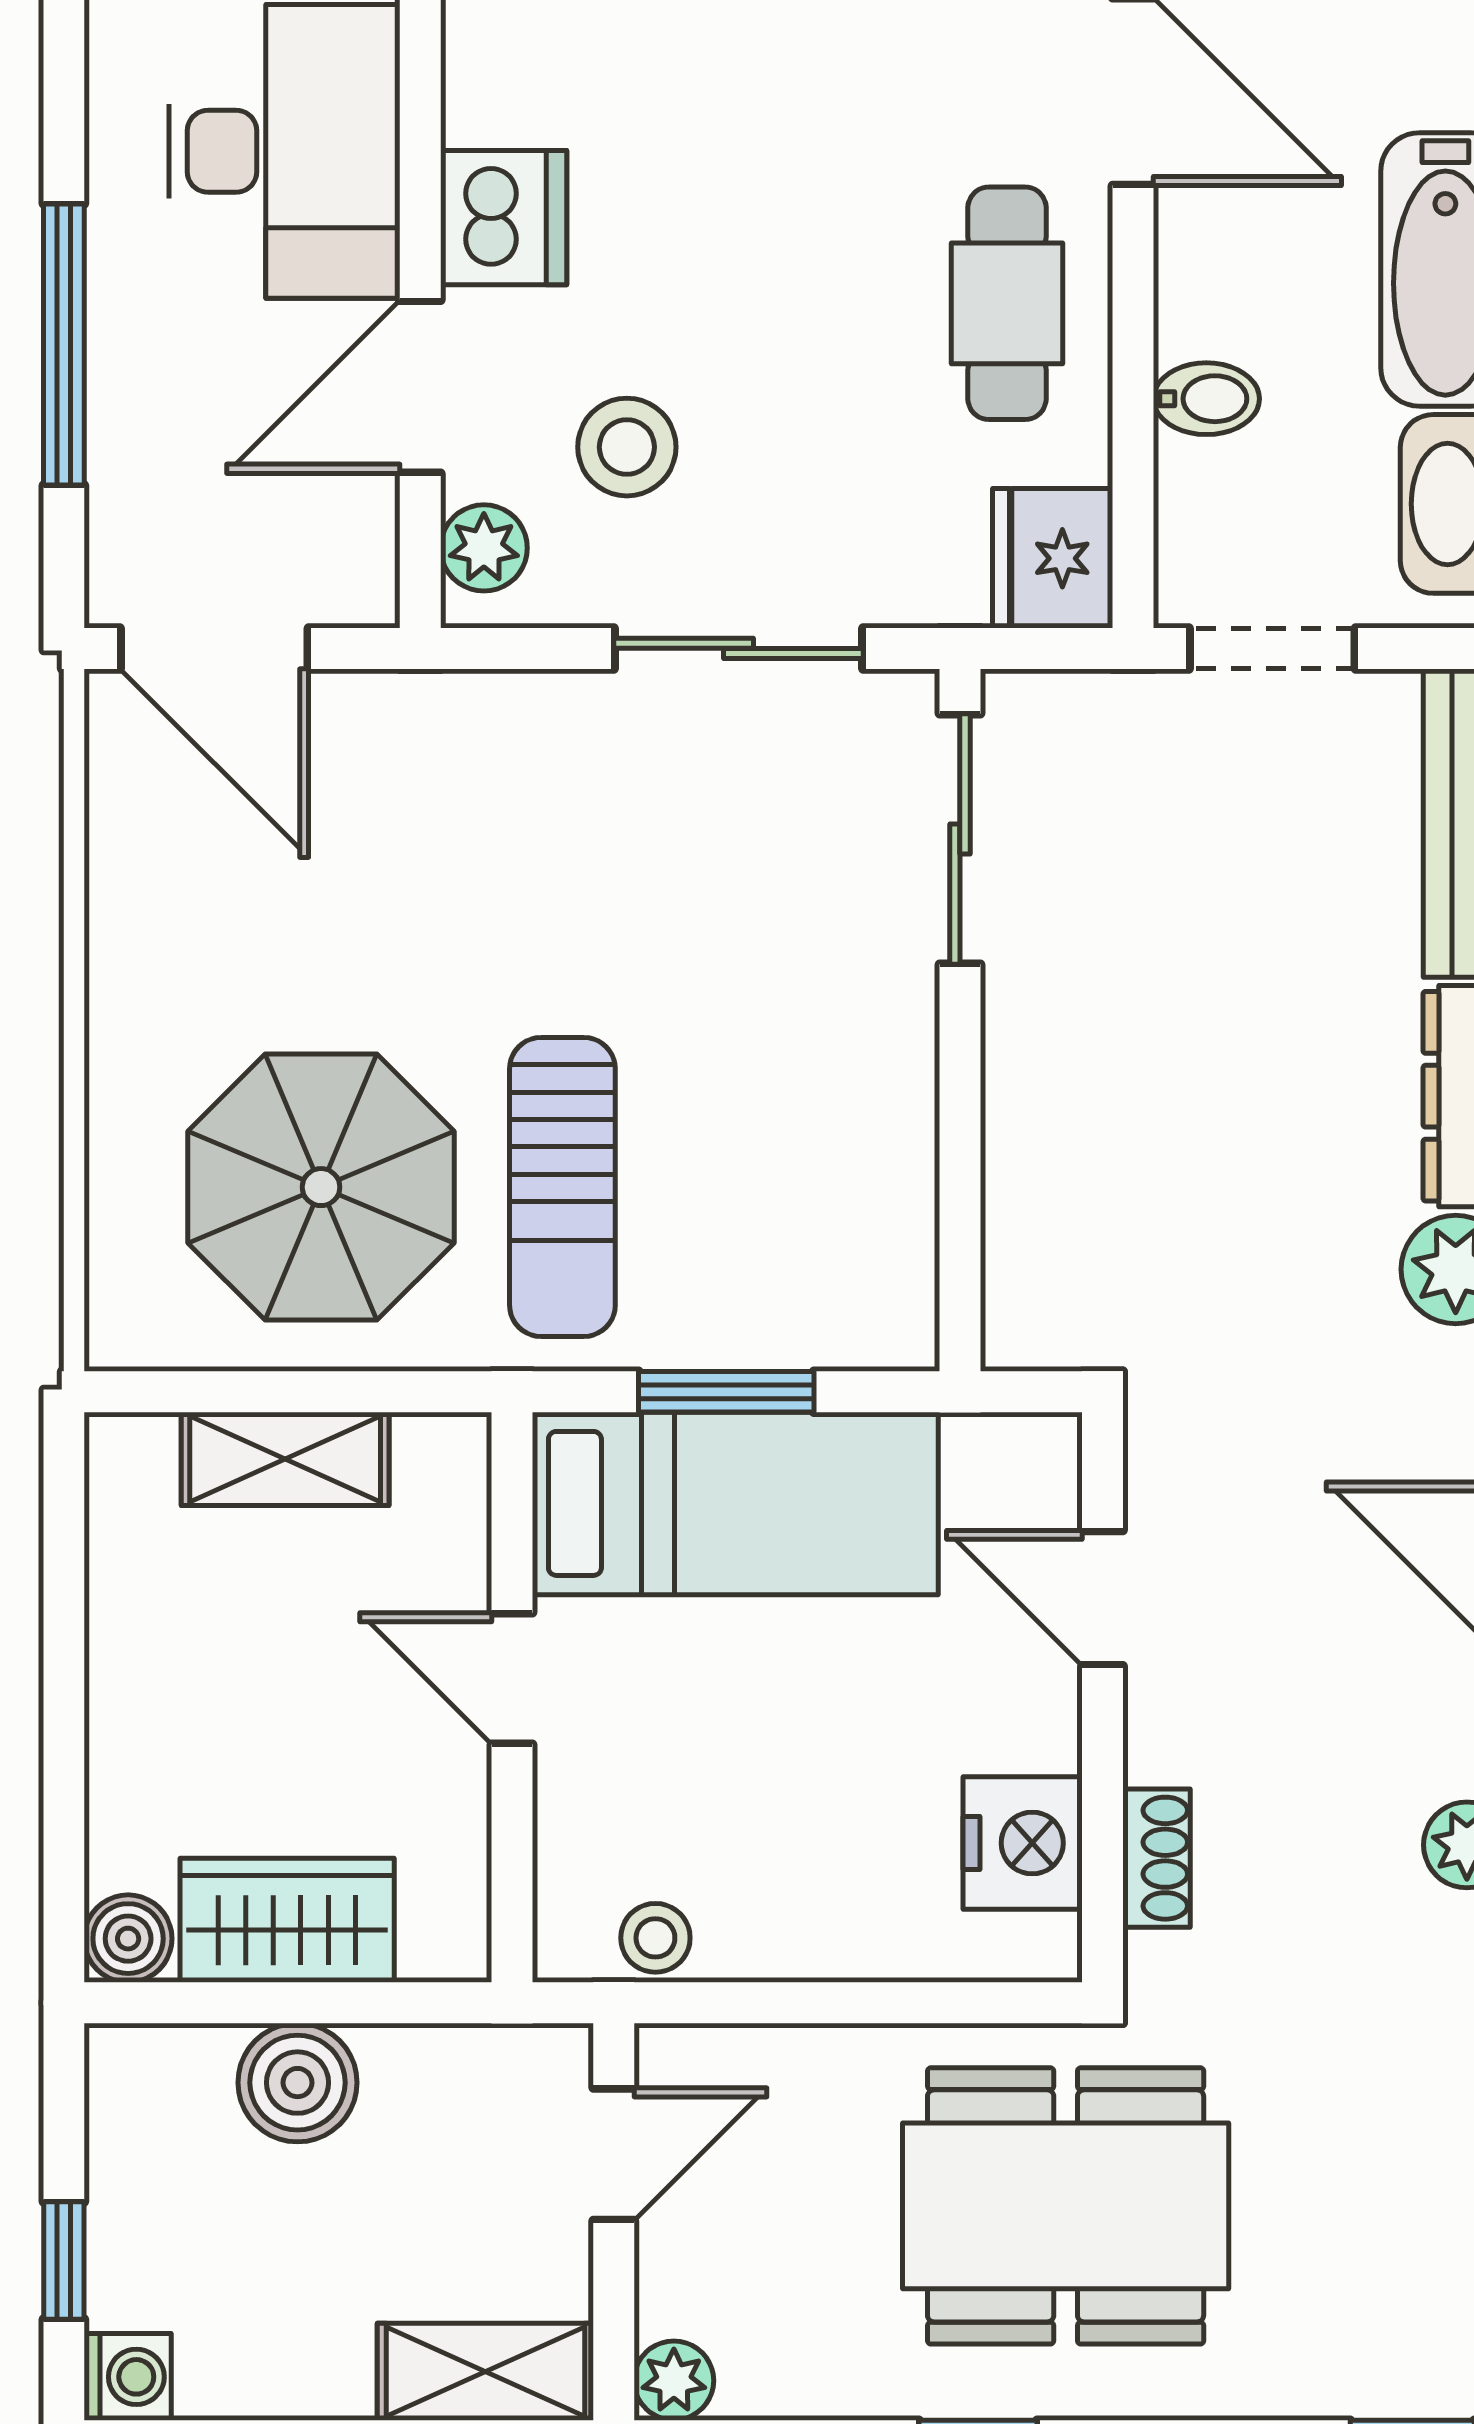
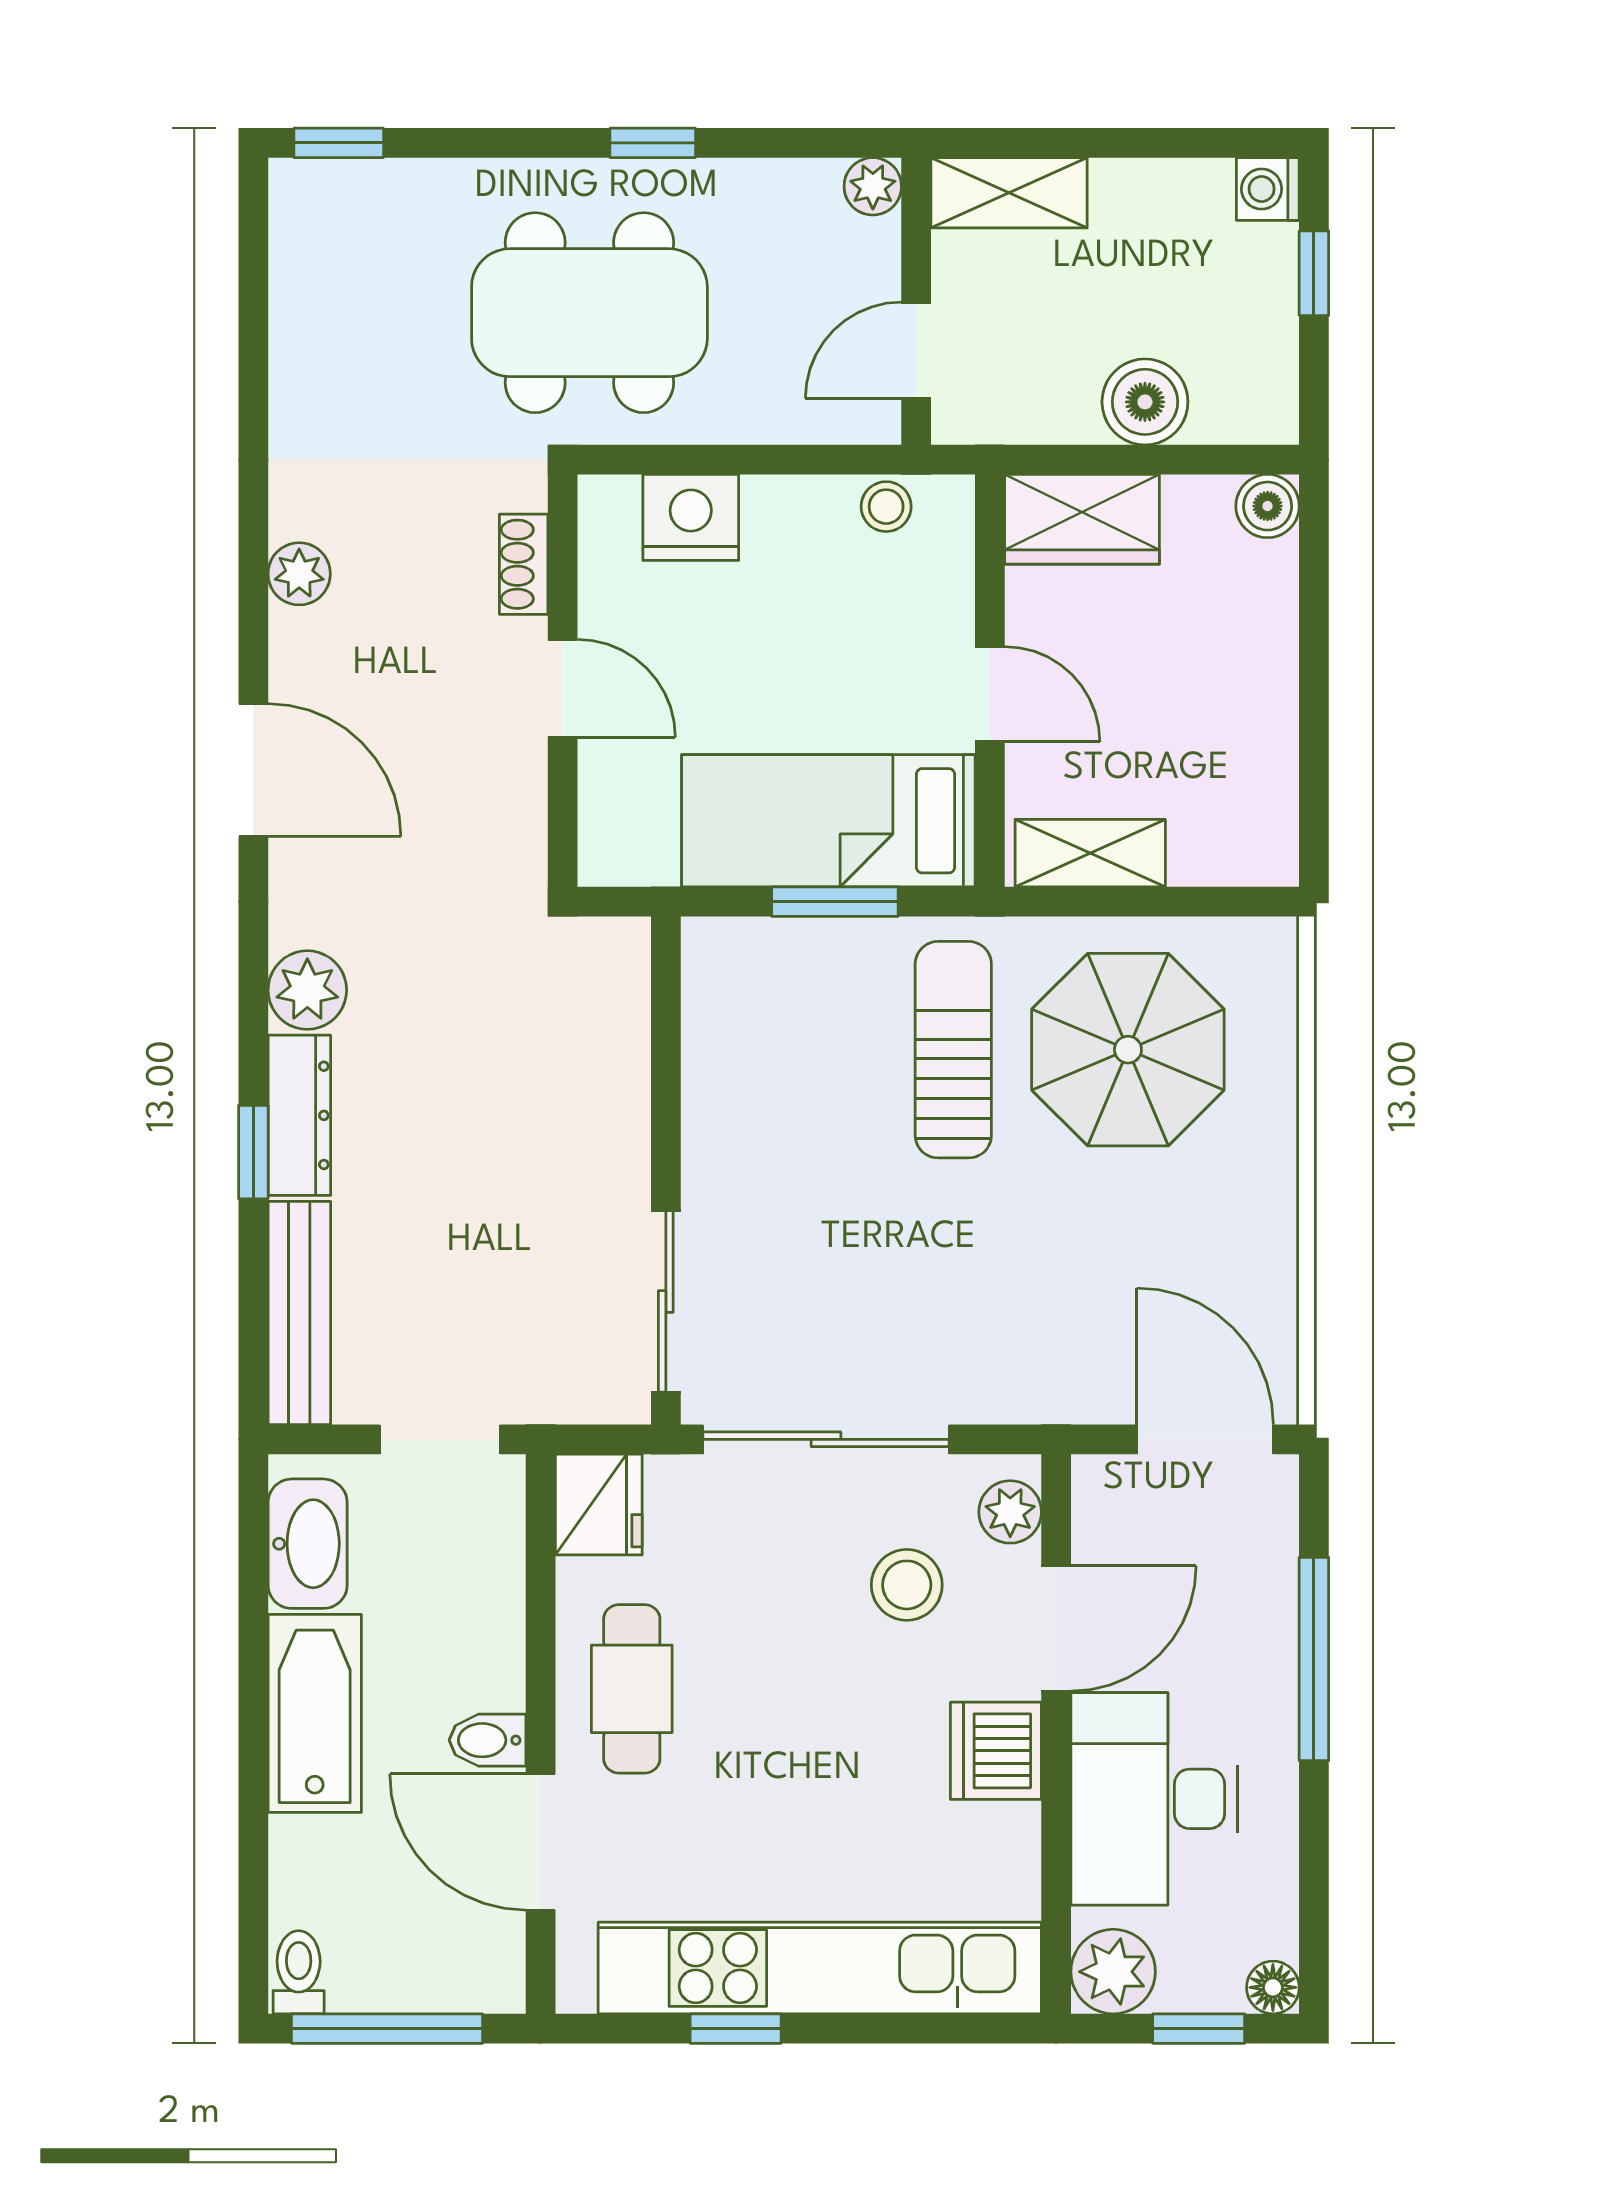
bidet: (1206, 399) -> (488, 1740), moved
sliding door: (739, 648) -> (826, 1439), width x1.37
shelving: (285, 1459) -> (1090, 853), moved
door: (1103, 1598) -> (563, 688), moved
nightstand: (1023, 1843) -> (691, 517), moved, turned 90
wardrobe: (287, 1920) -> (1082, 519), moved

